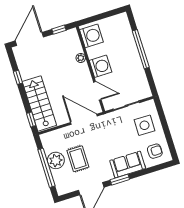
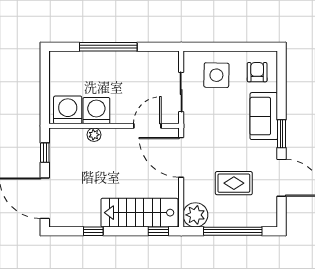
washing machine: (101, 66) -> (96, 111), moved
door: (84, 119) -> (181, 157), hinge flipped
plant: (56, 160) -> (195, 215), moved

